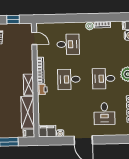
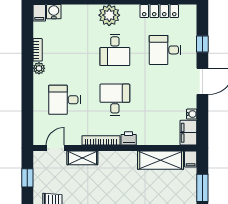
desk: (68, 44) -> (65, 100), turned -90
desk: (69, 79) -> (115, 100), turned 180
shelving: (28, 85) -> (82, 158), moved
desk: (104, 114) -> (165, 50), turned 180
window: (109, 140) -> (202, 44), added

